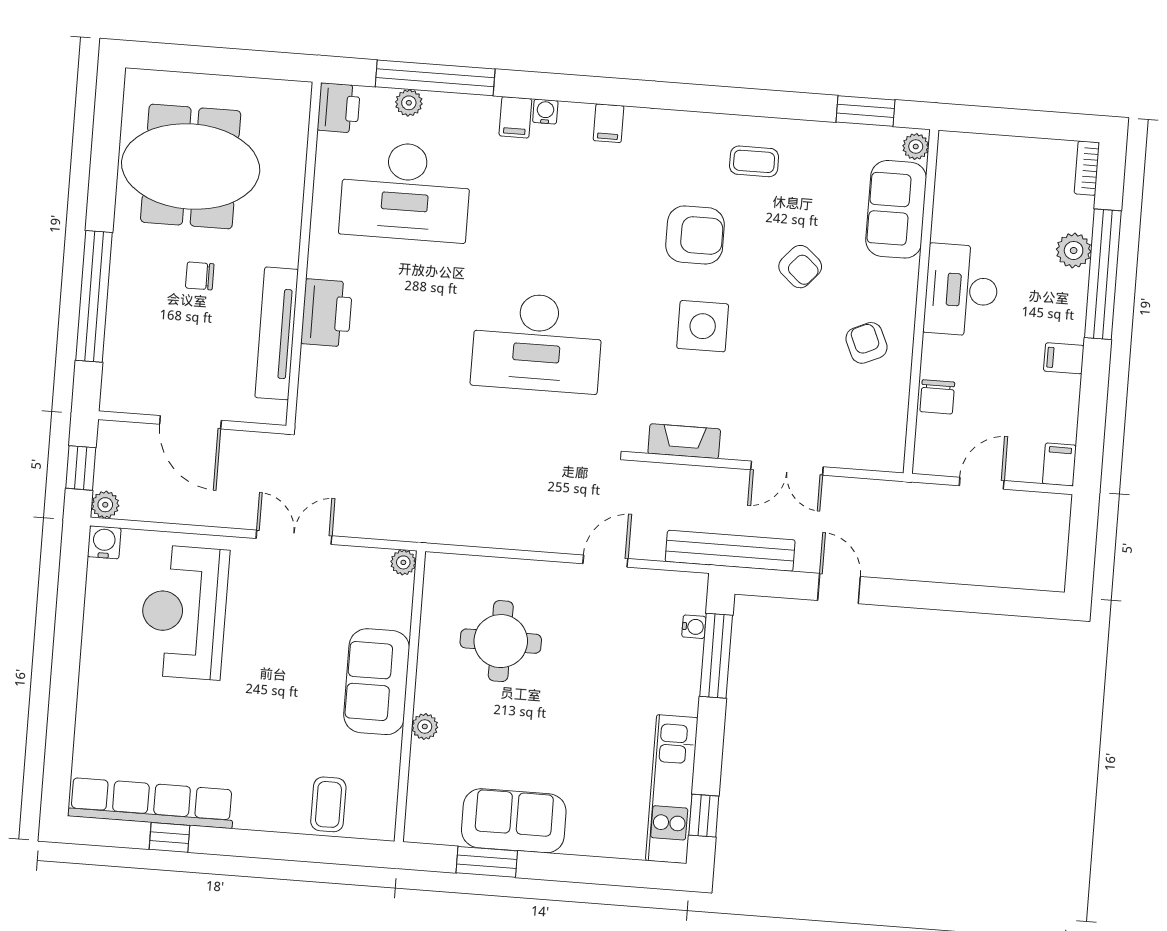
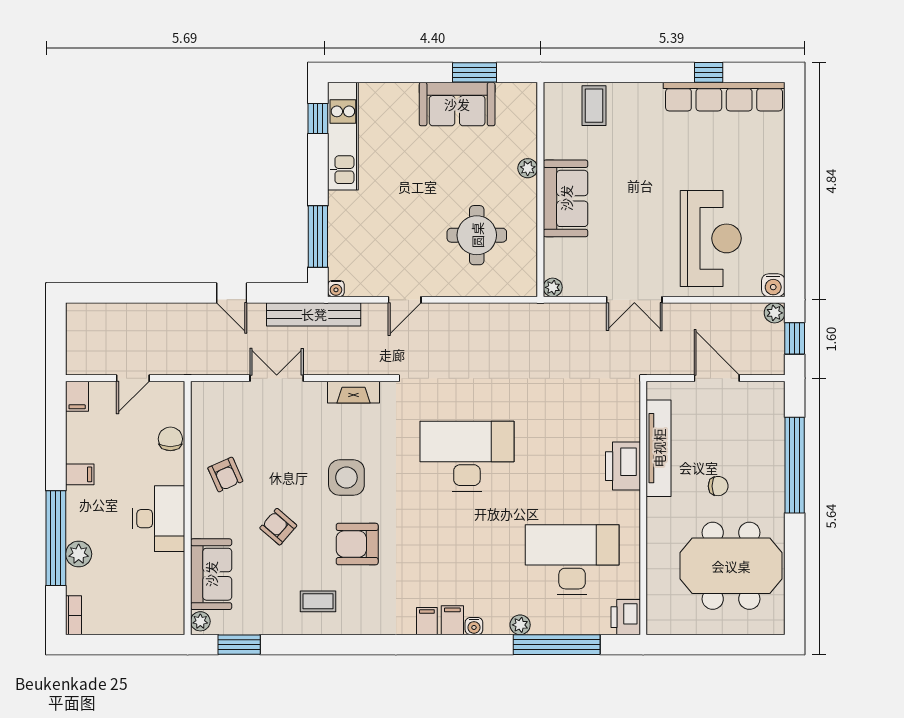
plant: (409, 103) -> (520, 625), moved
filing cabinet: (515, 117) -> (452, 620), moved
water cooler: (694, 627) -> (336, 289), moved, turned -90

